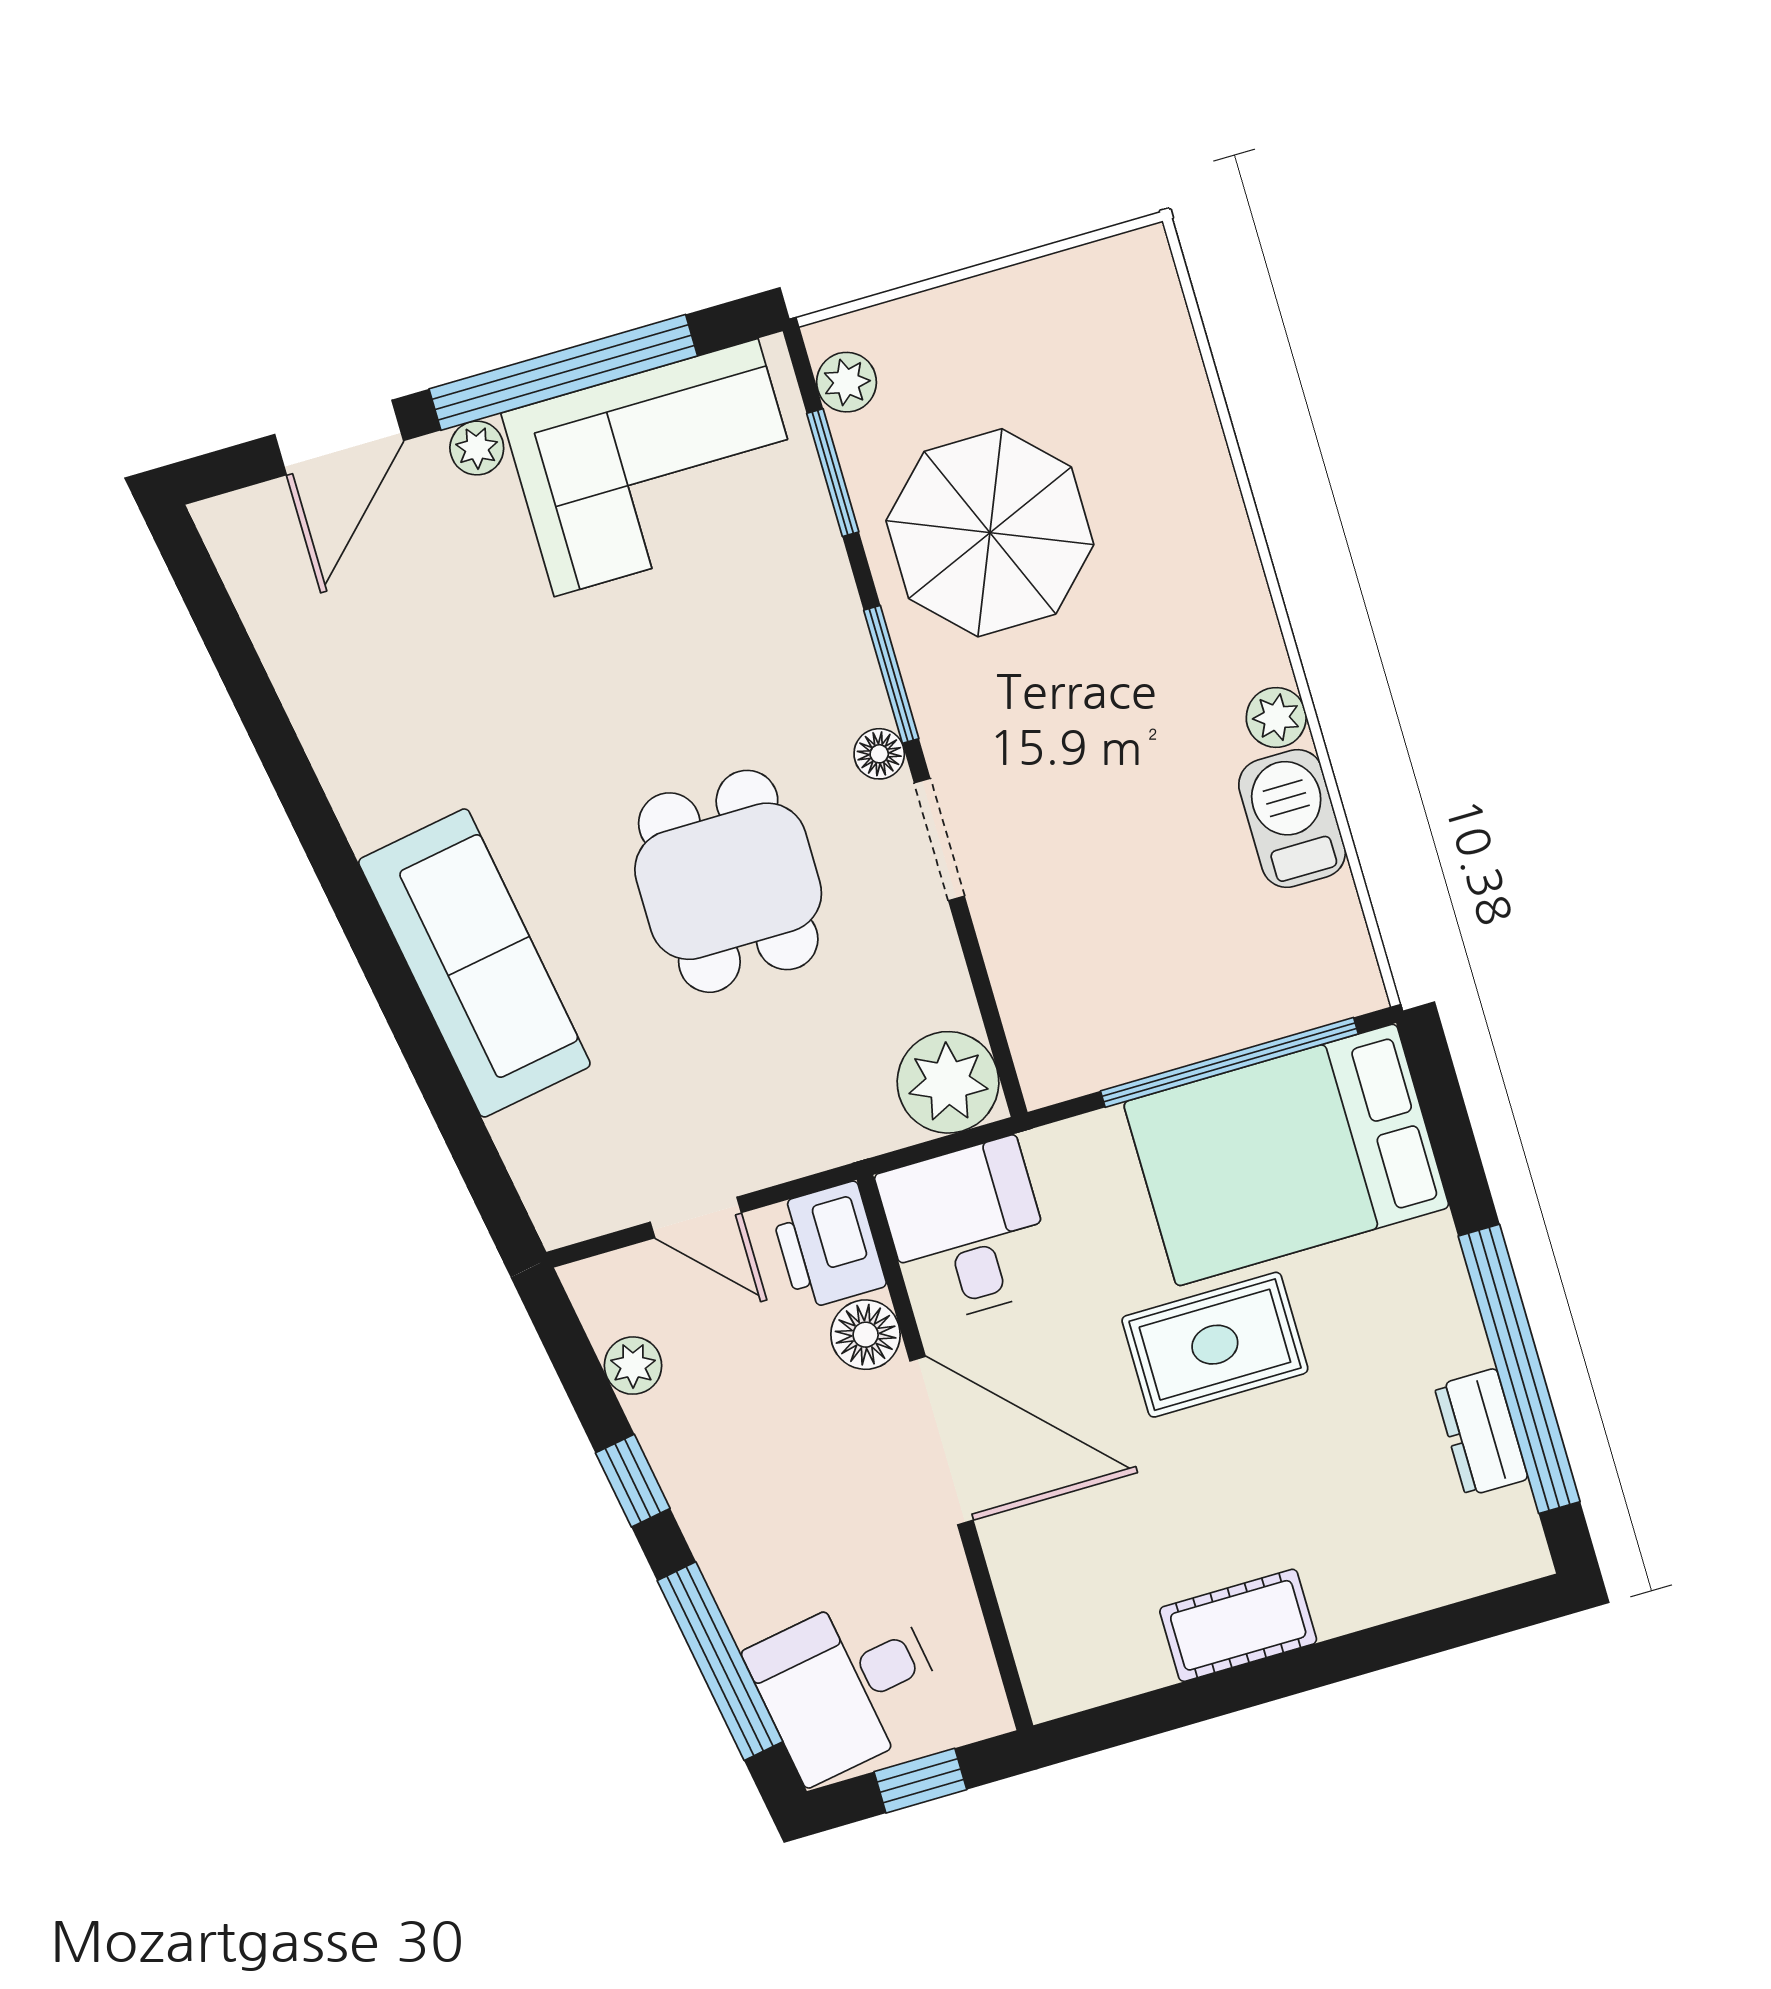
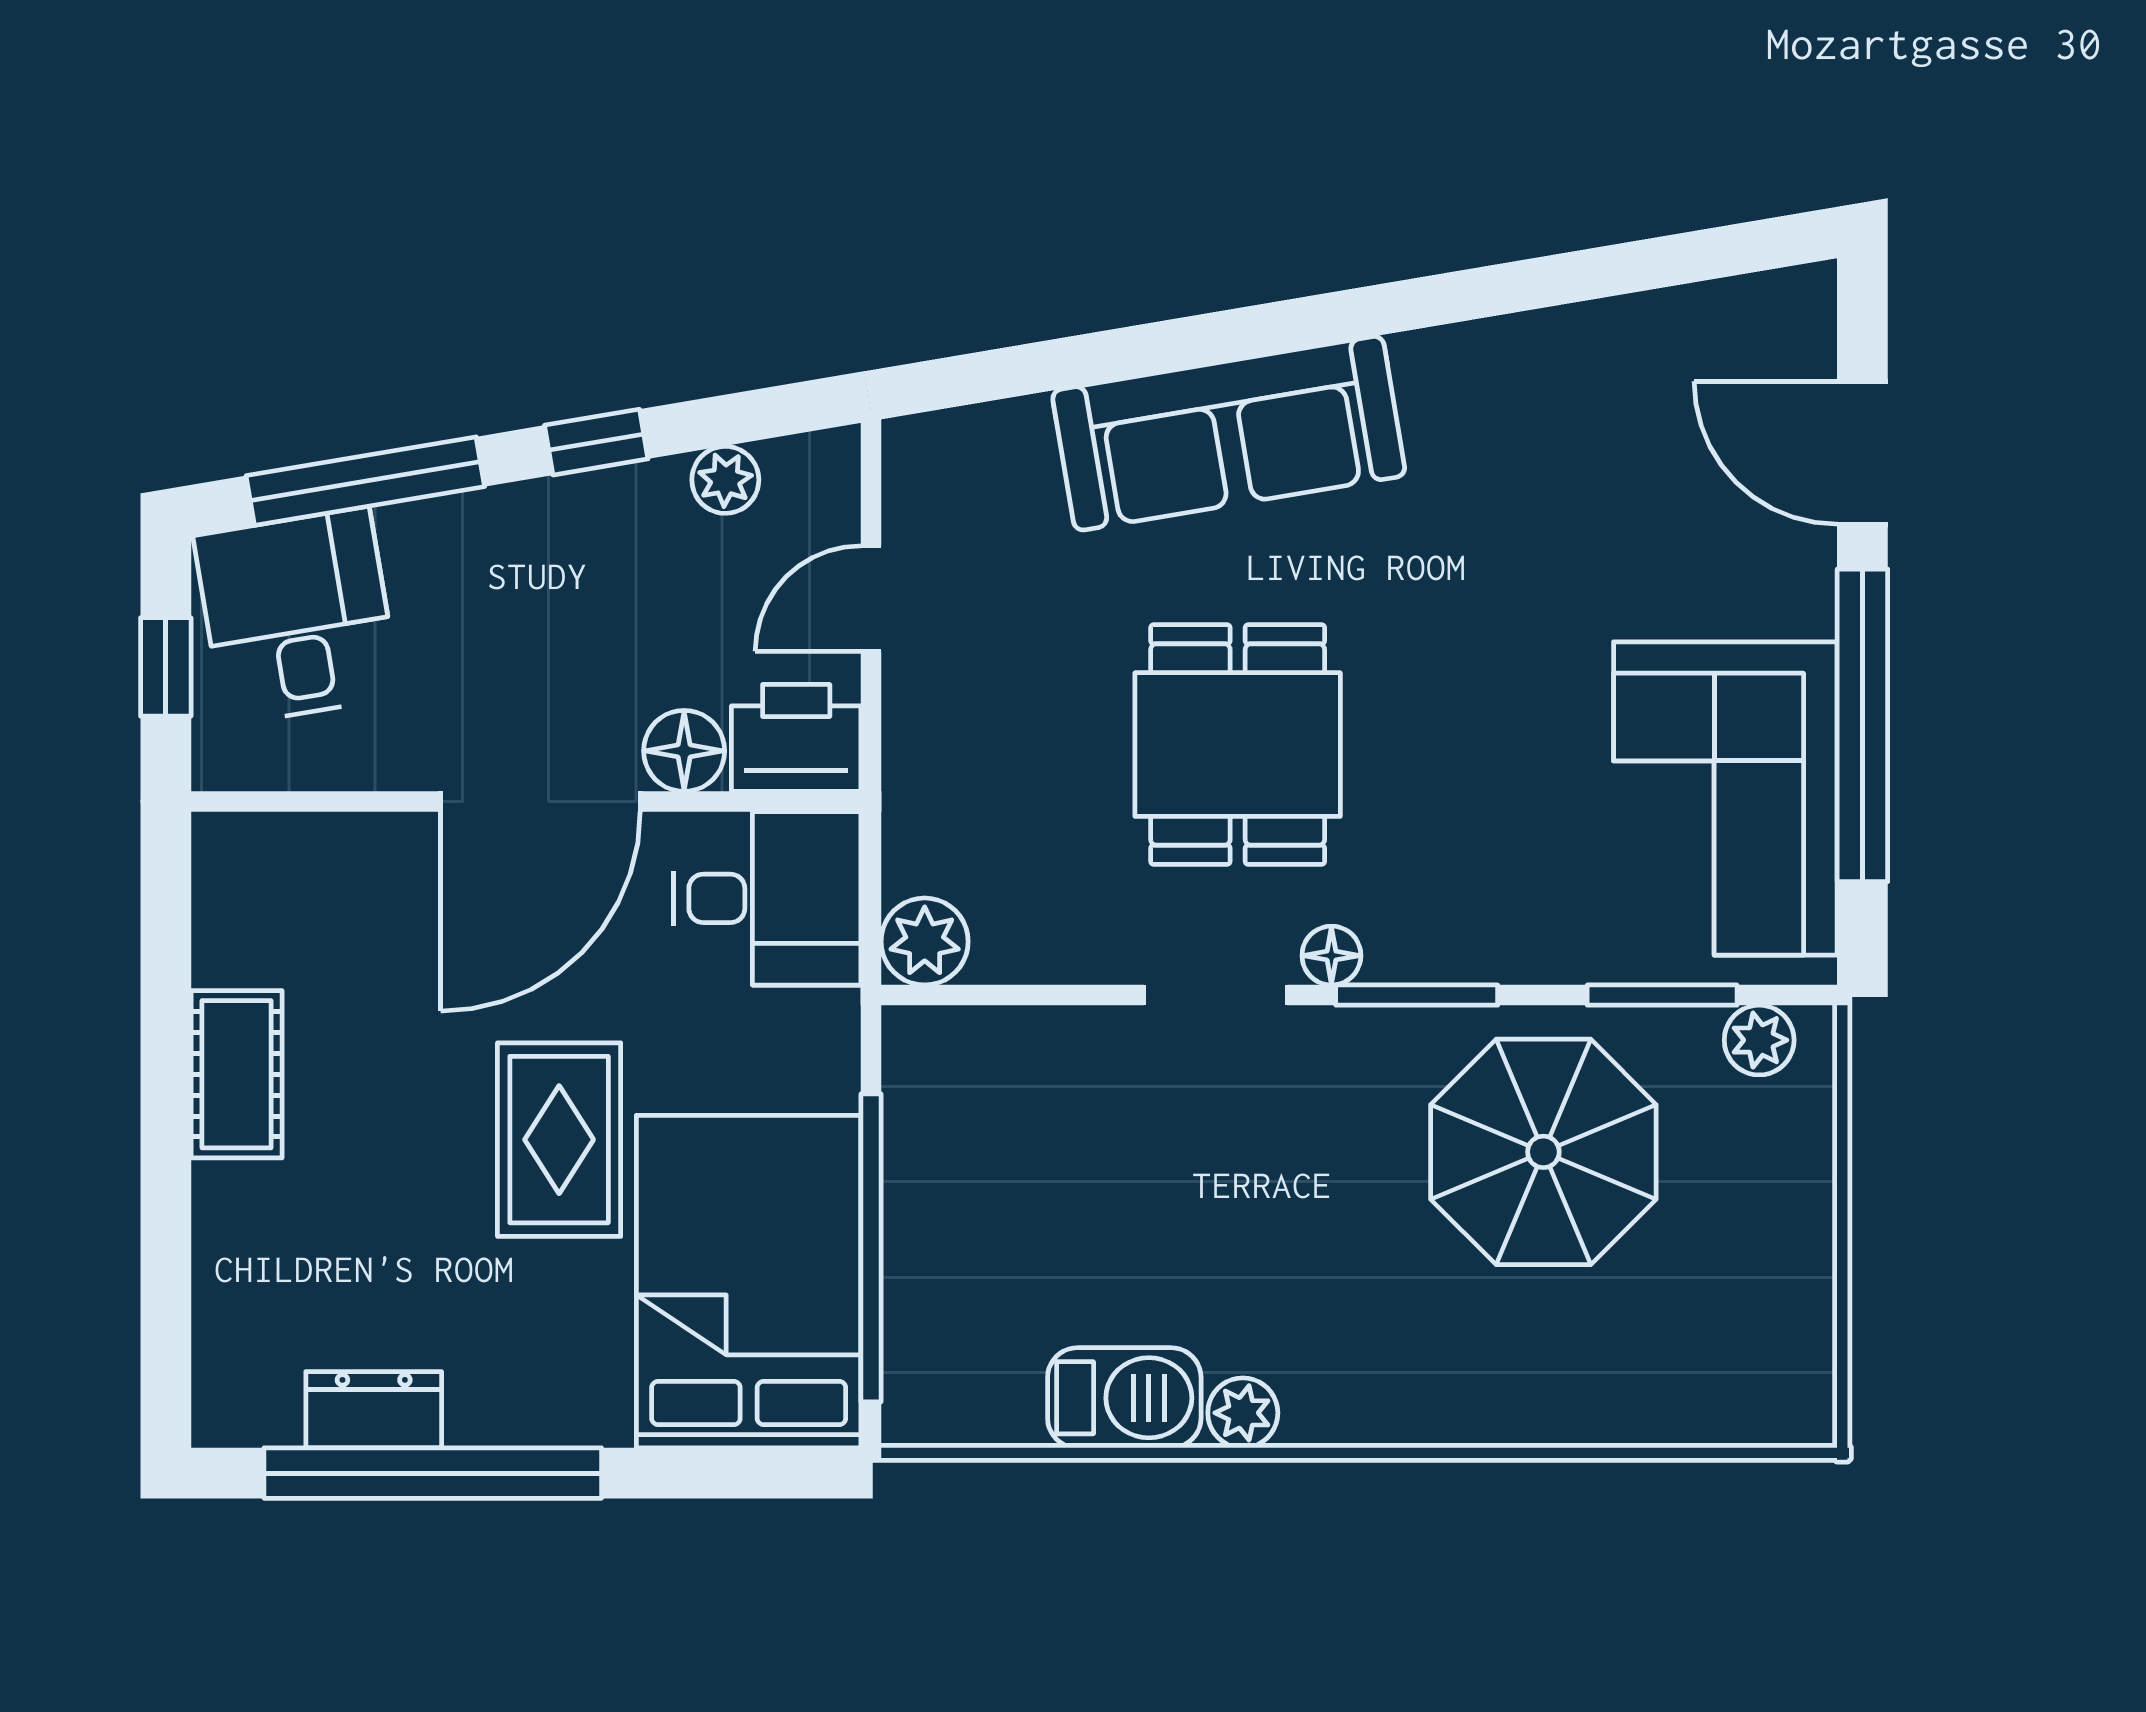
plant: (477, 448) -> (1806, 604), removed
dining table: (728, 881) -> (1238, 745), turned 90
plant: (948, 1082) -> (925, 941), width x0.73, depth x0.73

